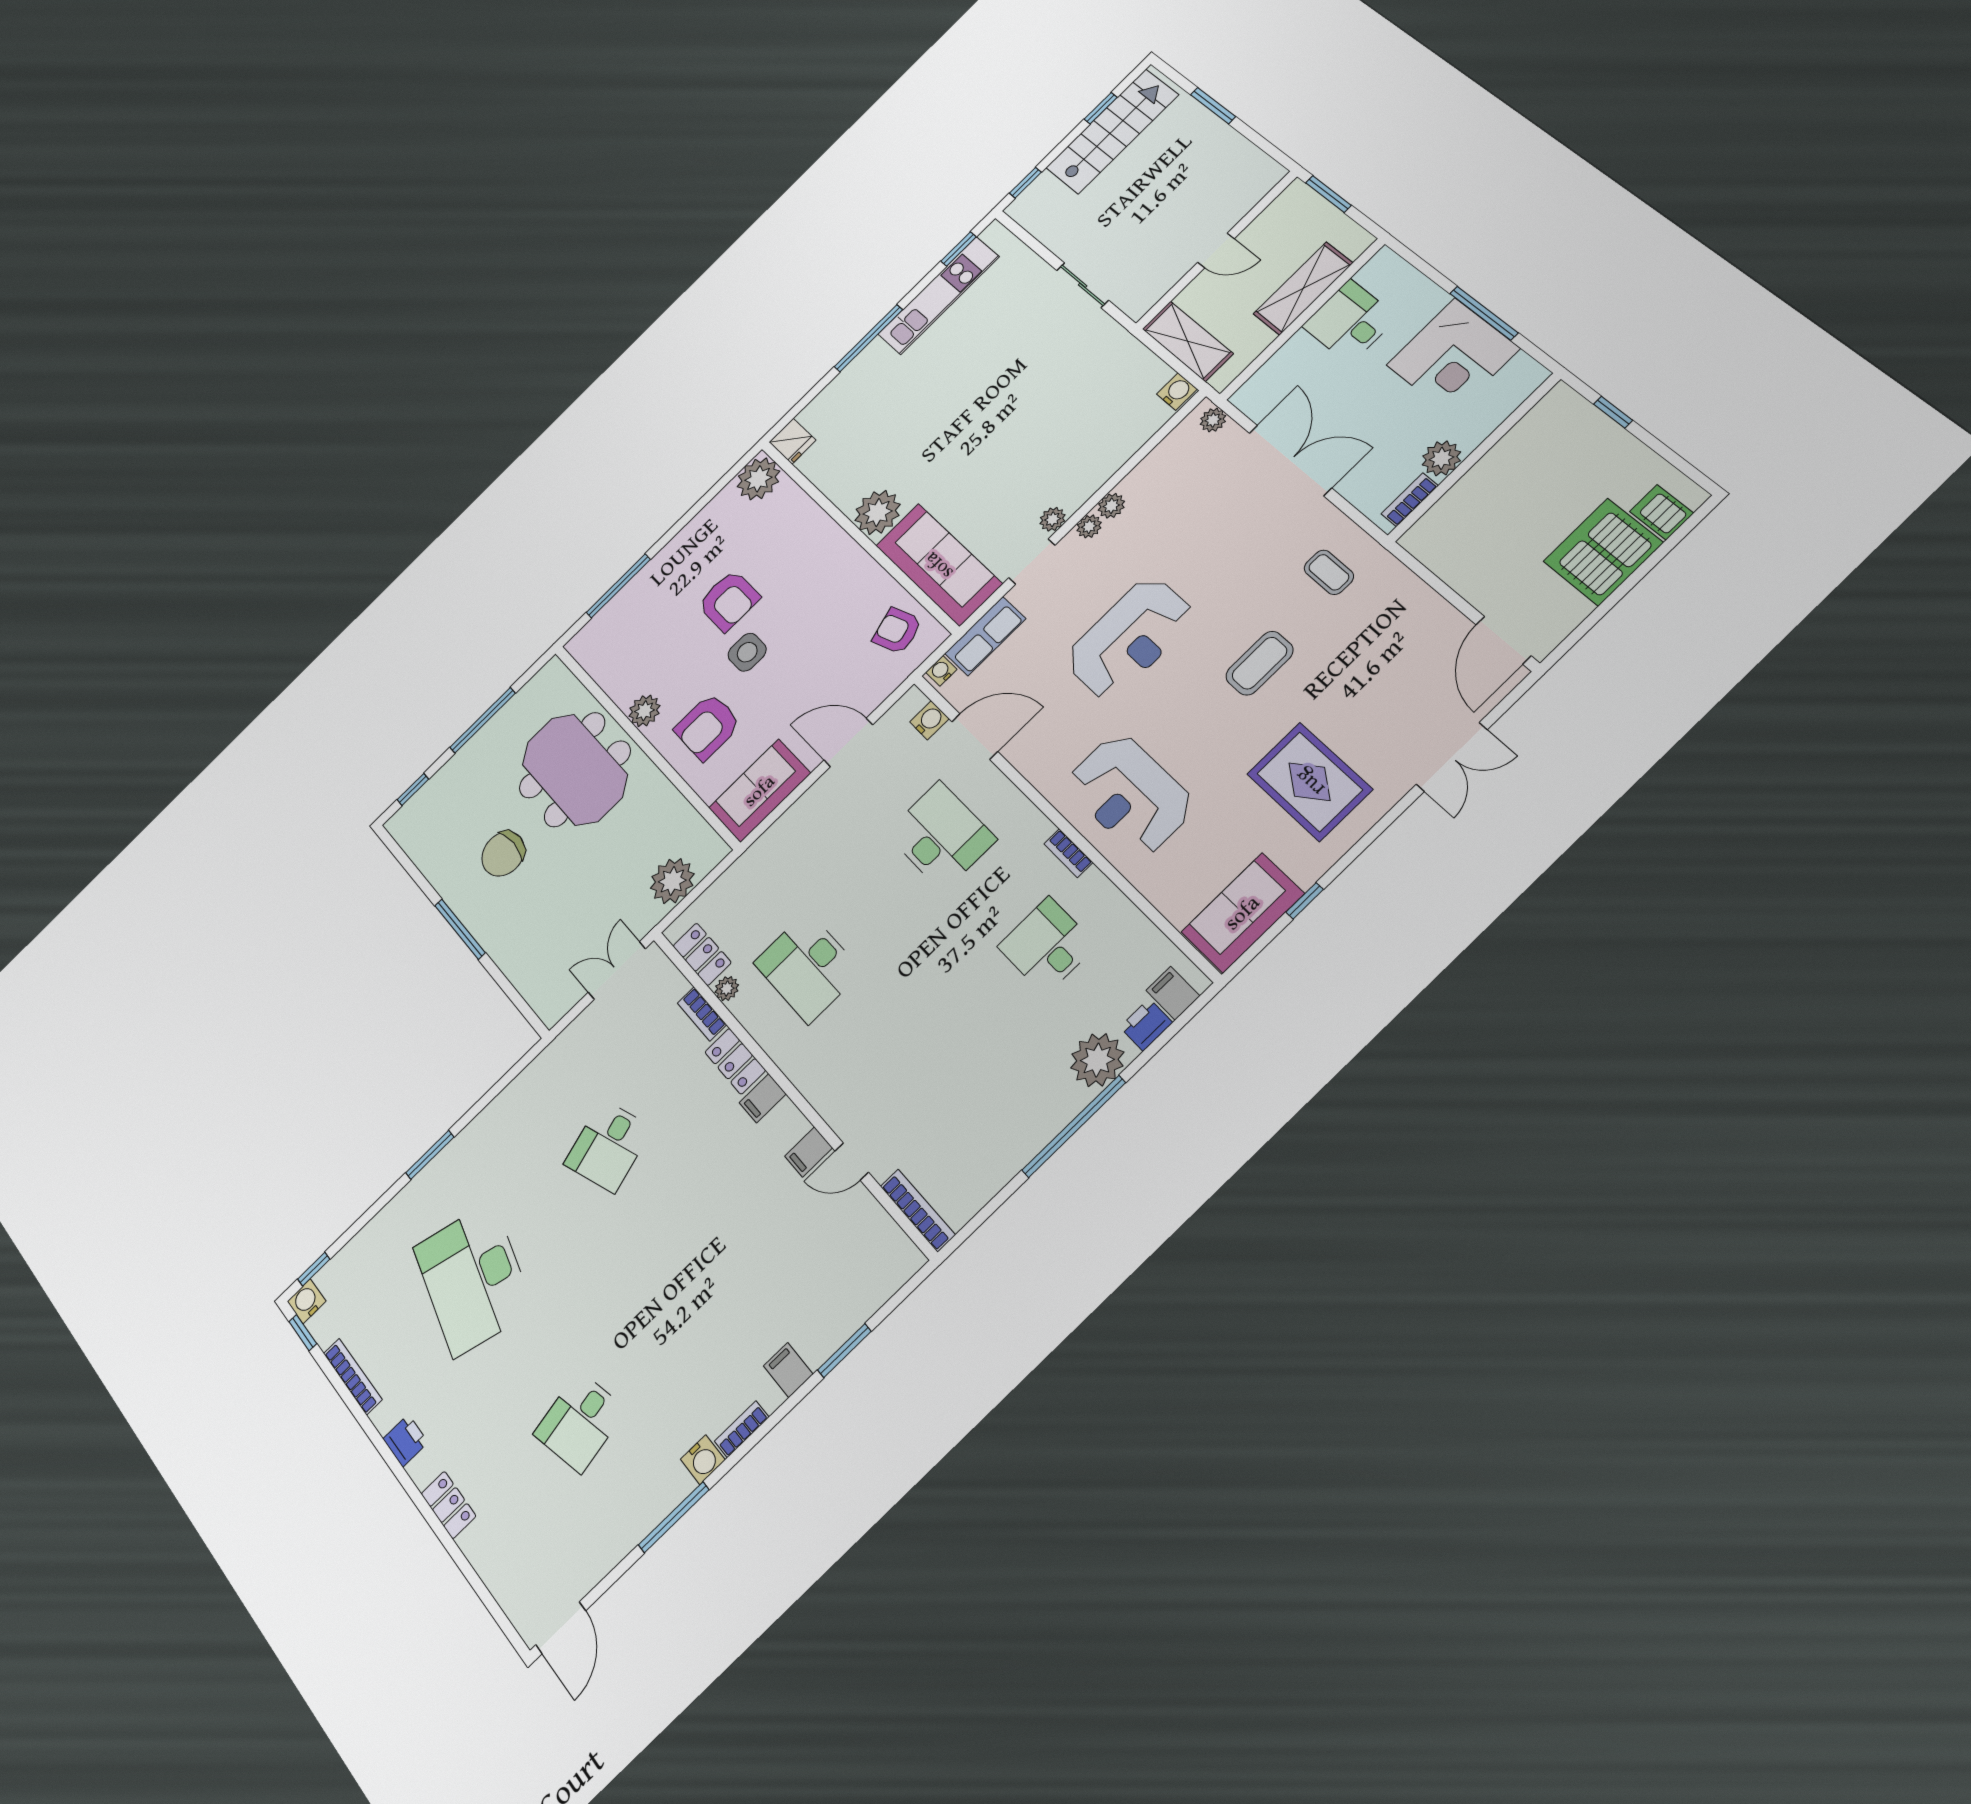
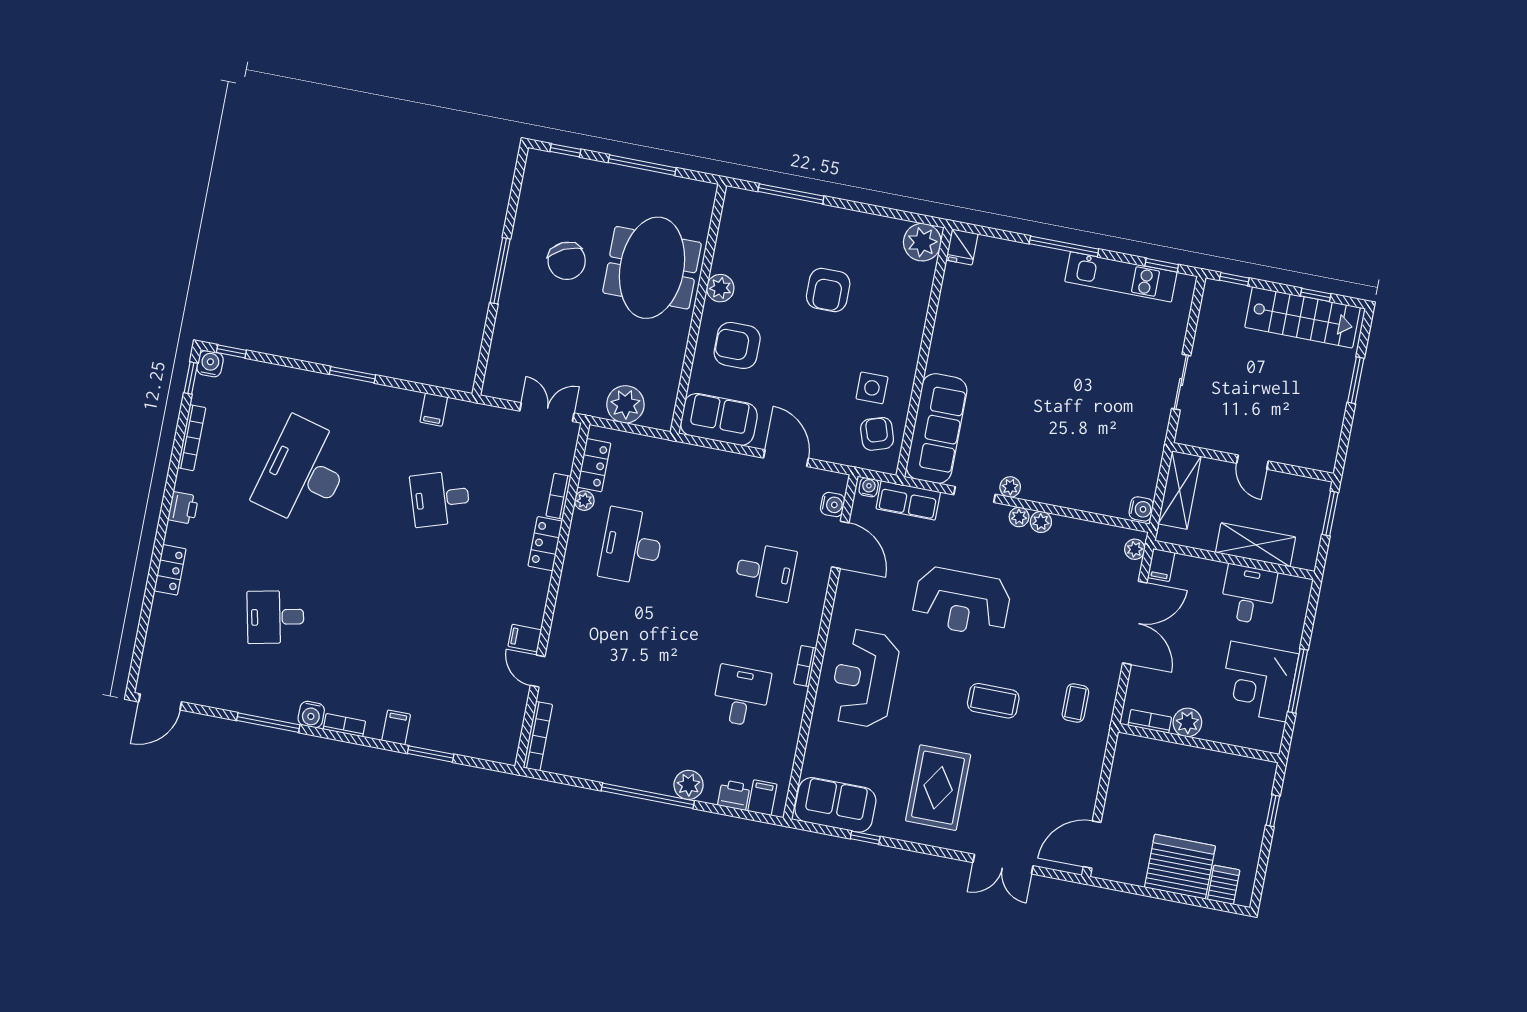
filing cabinet: (1250, 400) -> (1161, 565), added
plant: (878, 512) -> (947, 354), removed
side table: (747, 652) -> (872, 388), moved
desk: (941, 836) -> (765, 572), width x0.73
chair: (503, 854) -> (567, 261), turned -116
plant: (1097, 1060) -> (689, 785), width x0.73, depth x0.73
filing cabinet: (763, 1098) -> (434, 410), moved, turned -90

